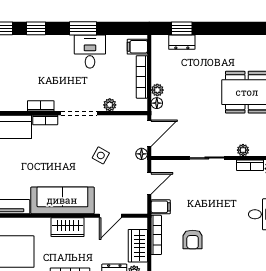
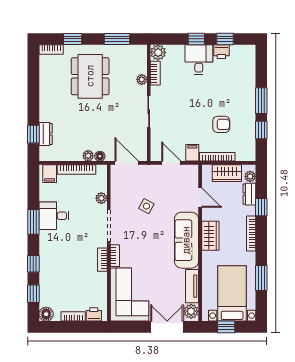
floor lamp: (142, 154) -> (145, 170), removed

